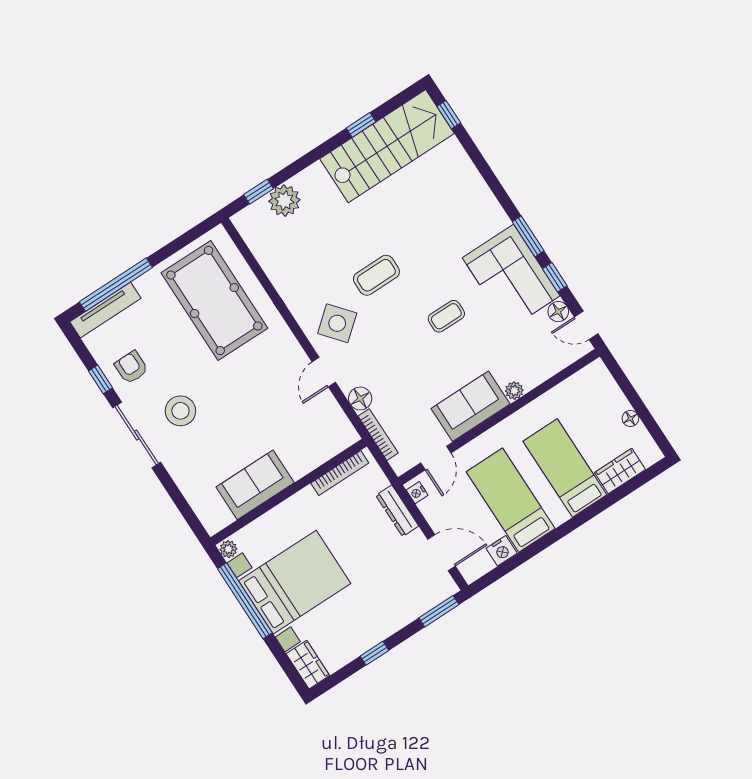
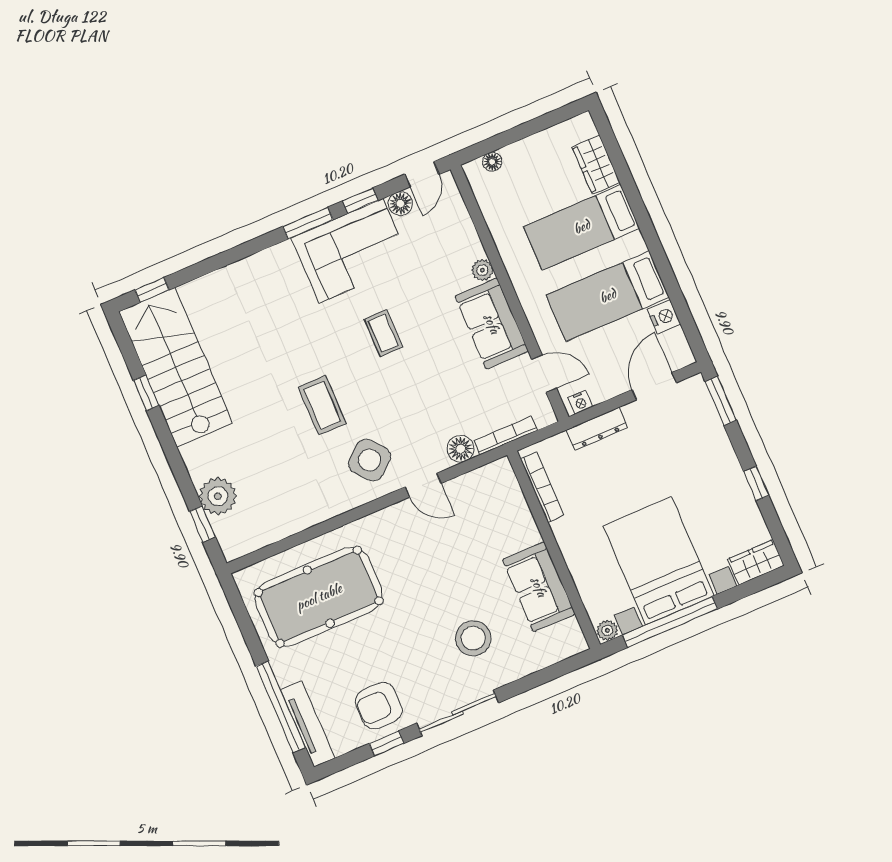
armchair: (131, 367) -> (379, 706), width x1.38, depth x1.38
stool: (180, 411) -> (473, 638), moved
floor lamp: (630, 419) -> (492, 162), moved

